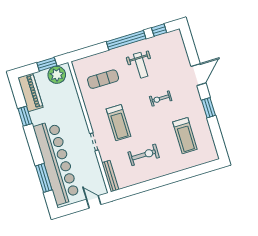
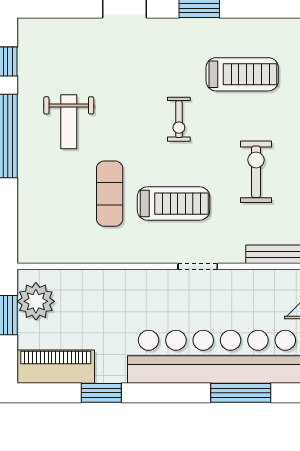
weight bench: (141, 65) -> (69, 122), turned 90
exercise mat: (103, 79) -> (110, 194), moved
exercise bike: (161, 99) -> (179, 119), moved

